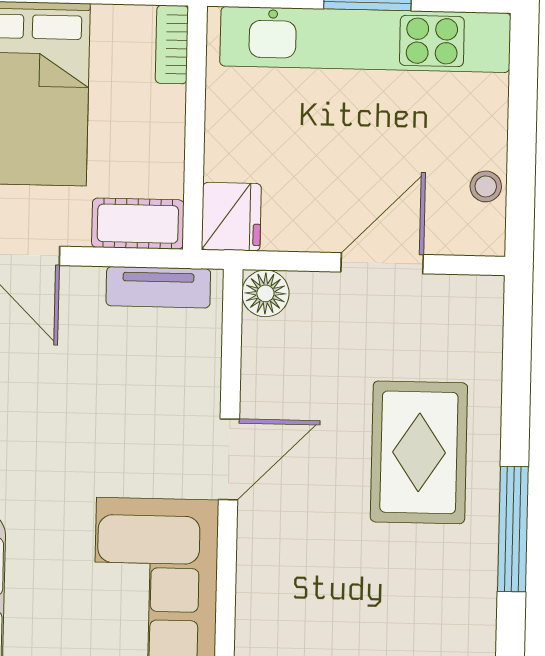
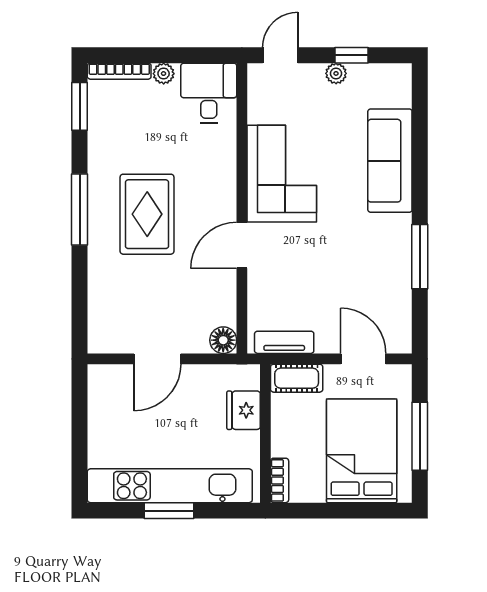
stool: (486, 186) -> (99, 404), removed
fridge: (231, 217) -> (244, 410), moved
rug: (419, 452) -> (147, 214), moved

